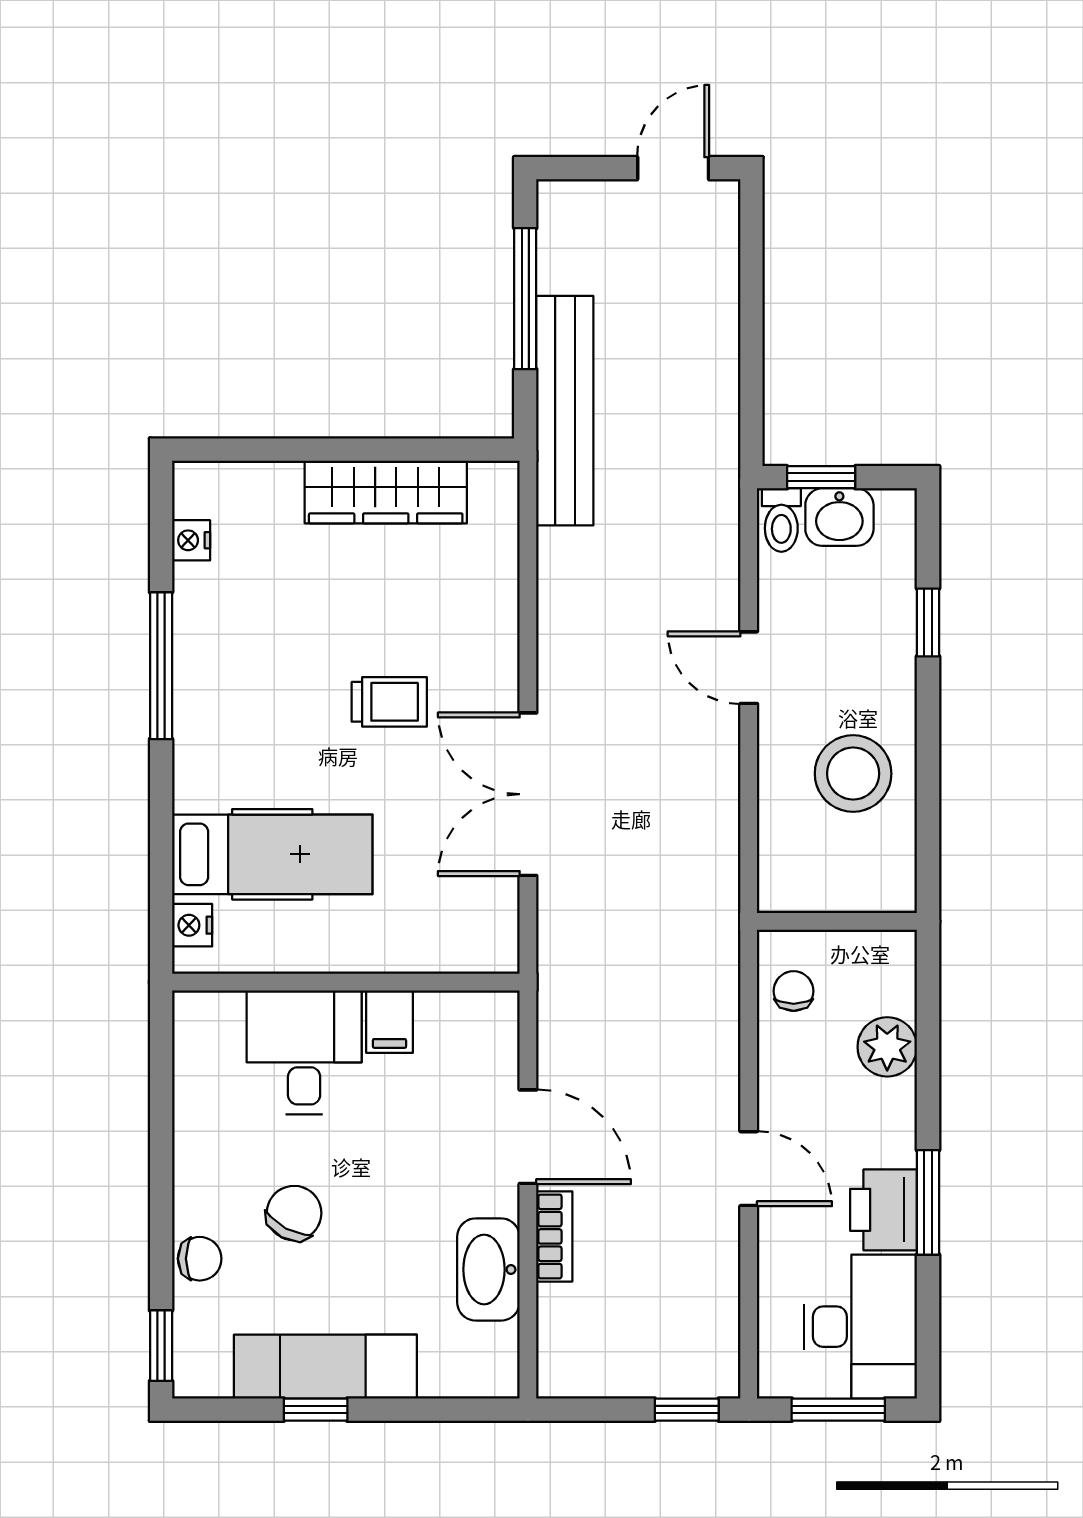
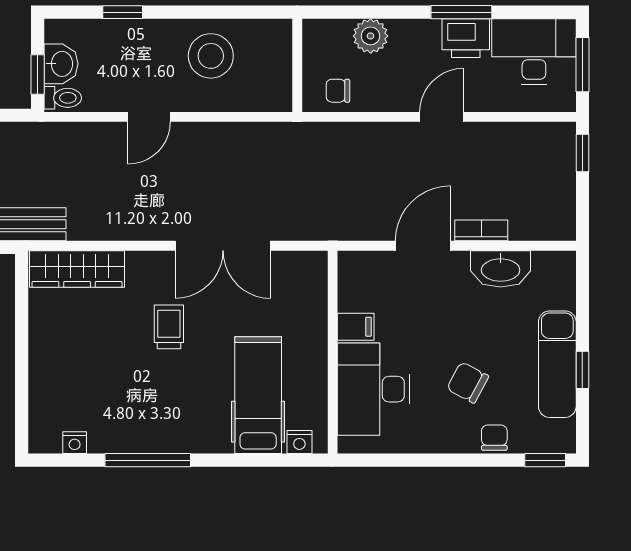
wardrobe: (386, 492) -> (77, 269), moved, turned 90
desk: (304, 1052) -> (374, 389), width x1.37

